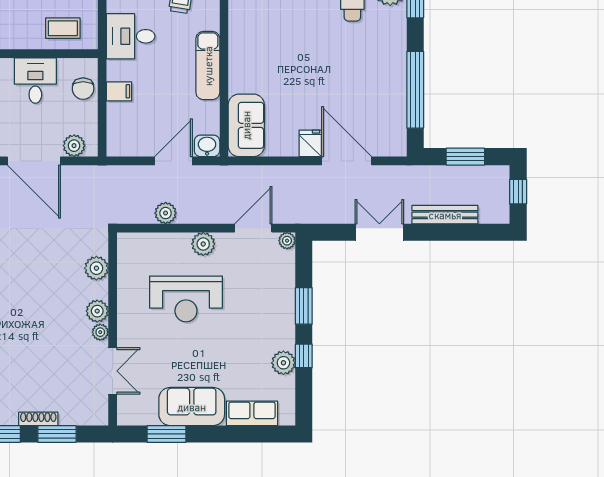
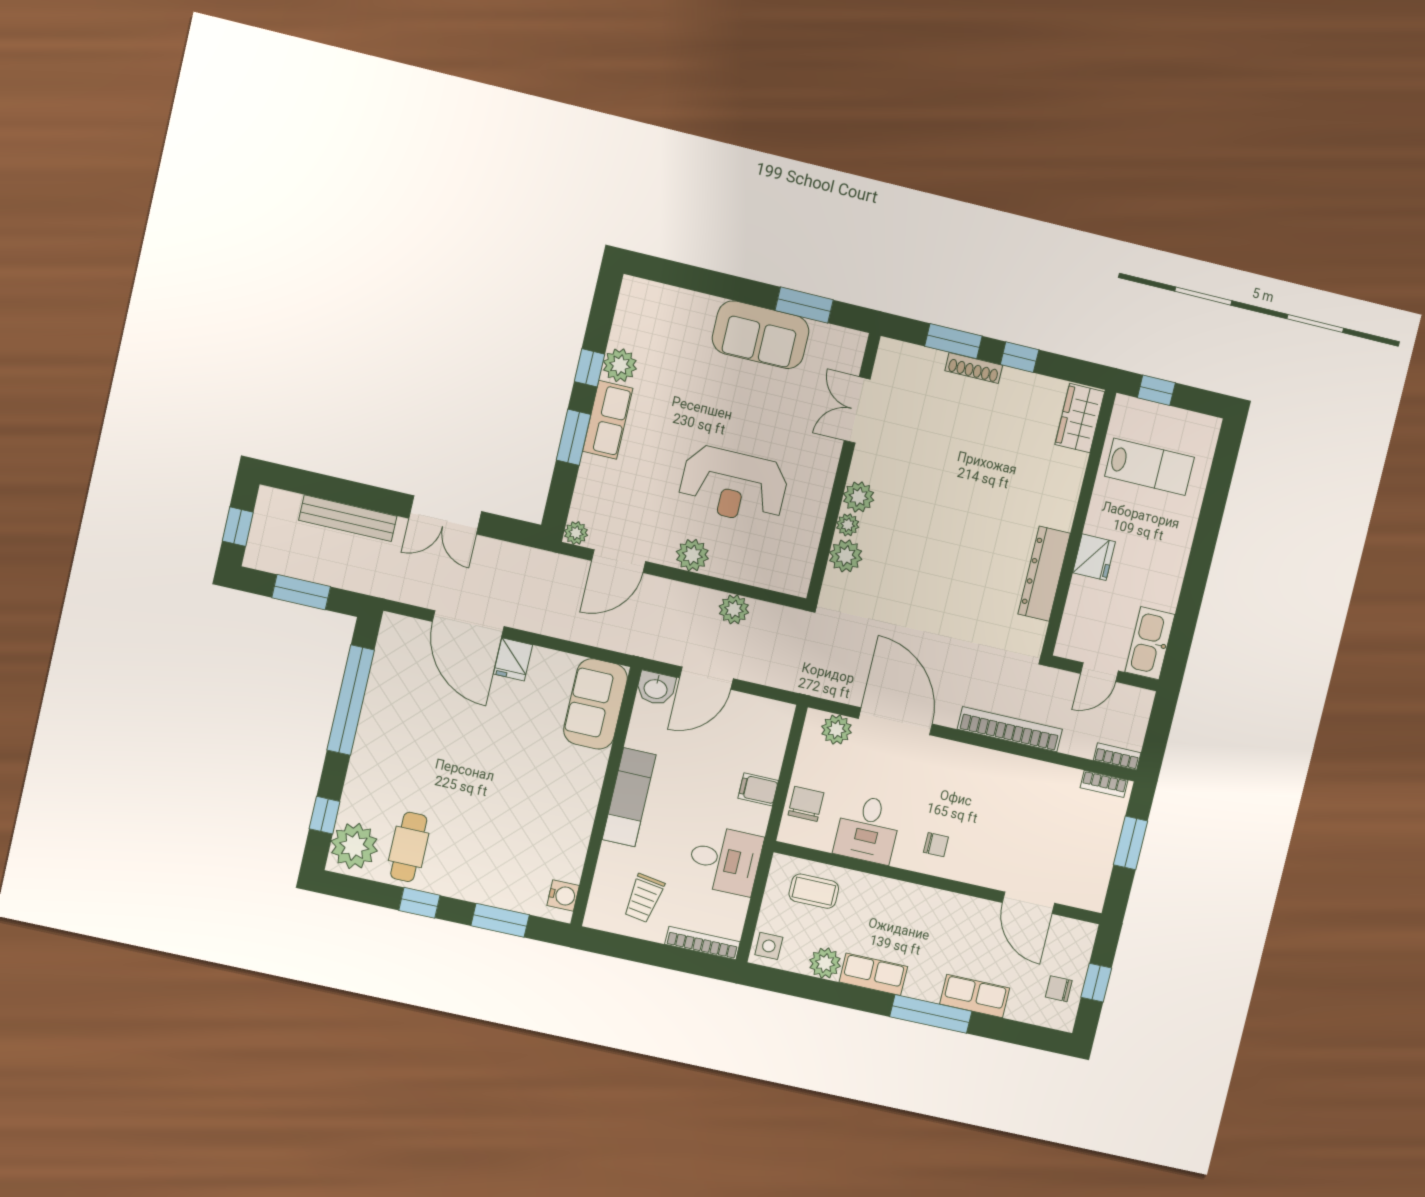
reception desk: (186, 299) -> (734, 485), turned 180
plant: (100, 332) -> (848, 525), moved
row of seats: (252, 413) -> (608, 420), moved, turned -90

